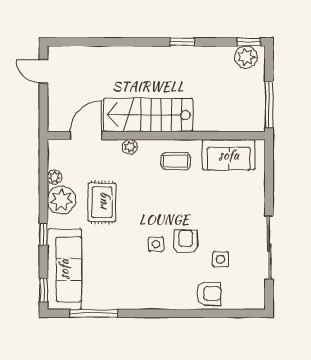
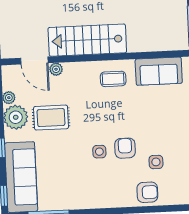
door: (86, 136) -> (34, 60), swing flipped
plant: (130, 147) -> (56, 69), moved
rug: (102, 202) -> (51, 118), turned 90

